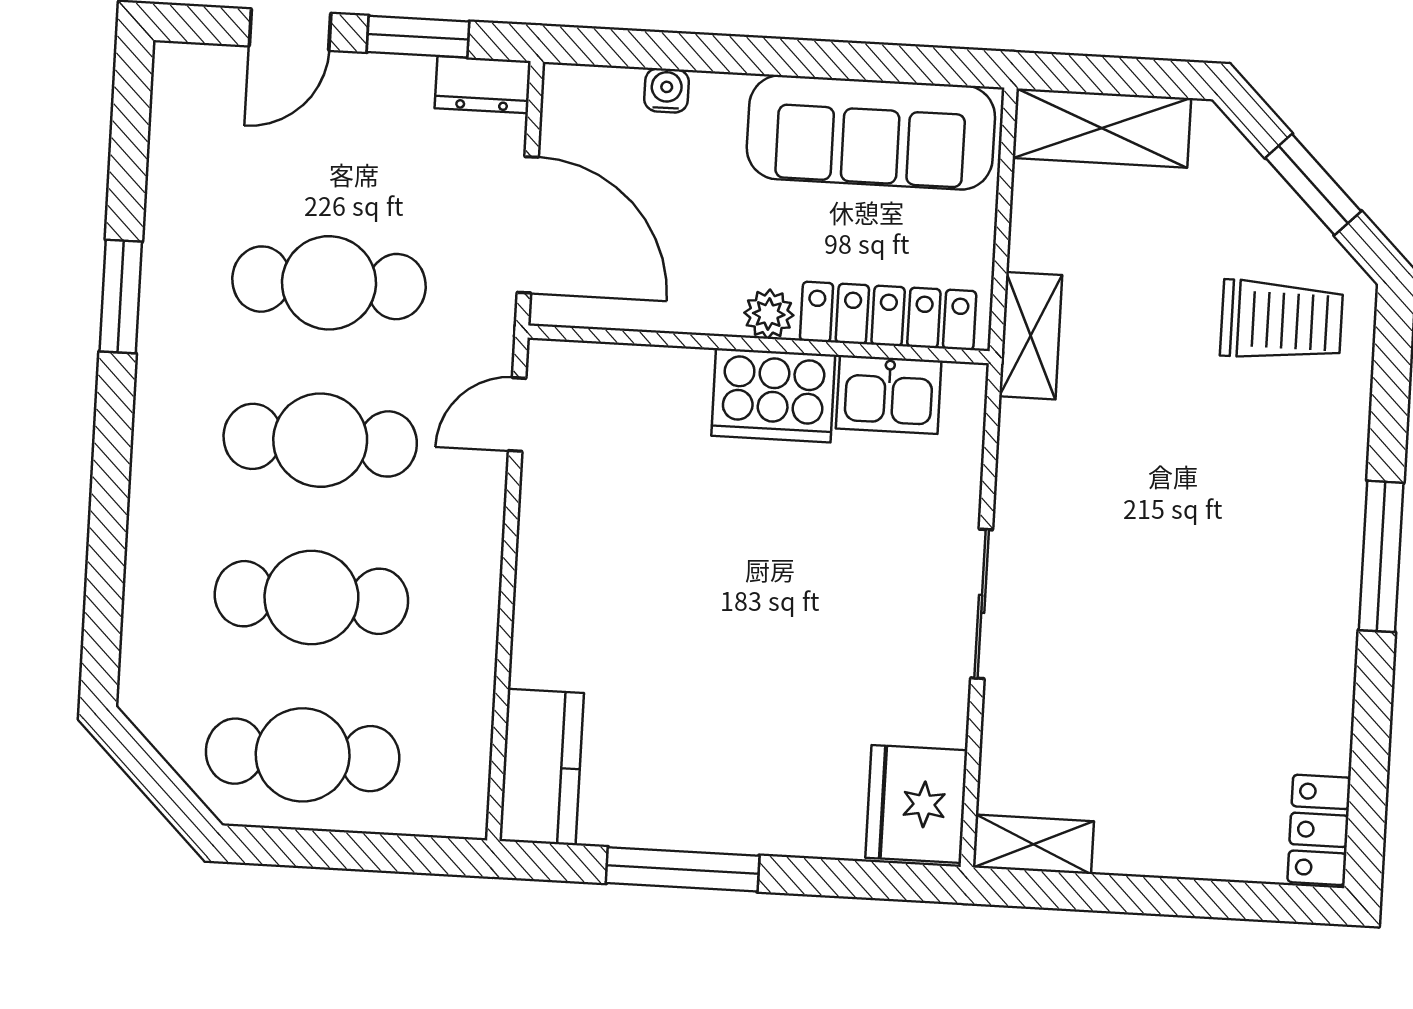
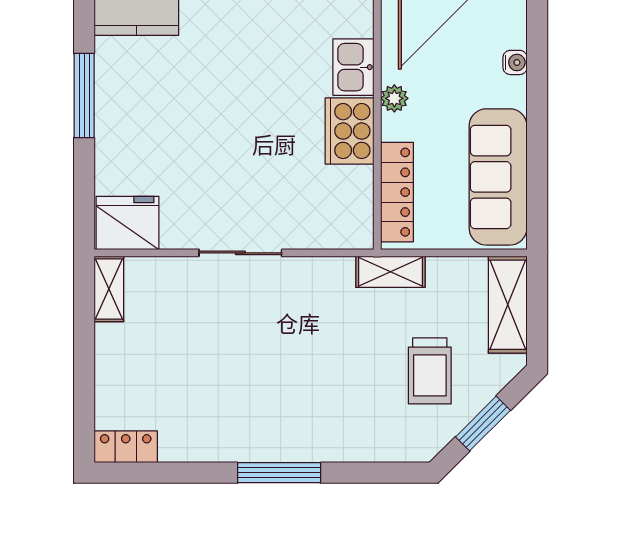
plant: (769, 314) -> (394, 98), moved
trolley: (1282, 321) -> (430, 371), moved
kitchen sink: (889, 395) -> (353, 67), moved

